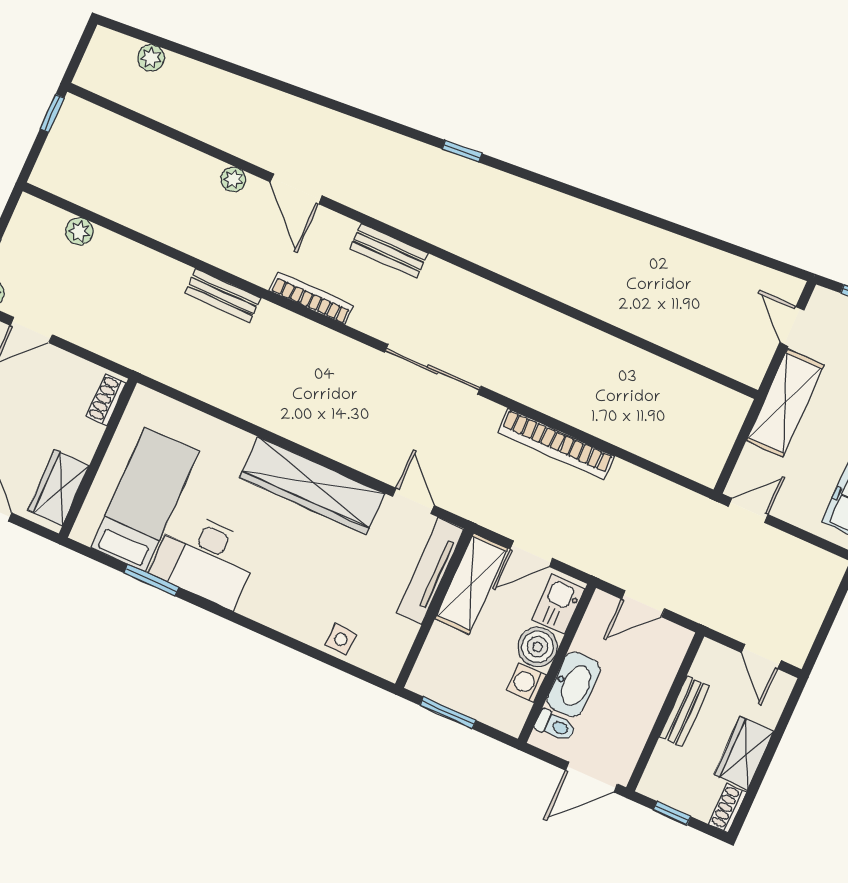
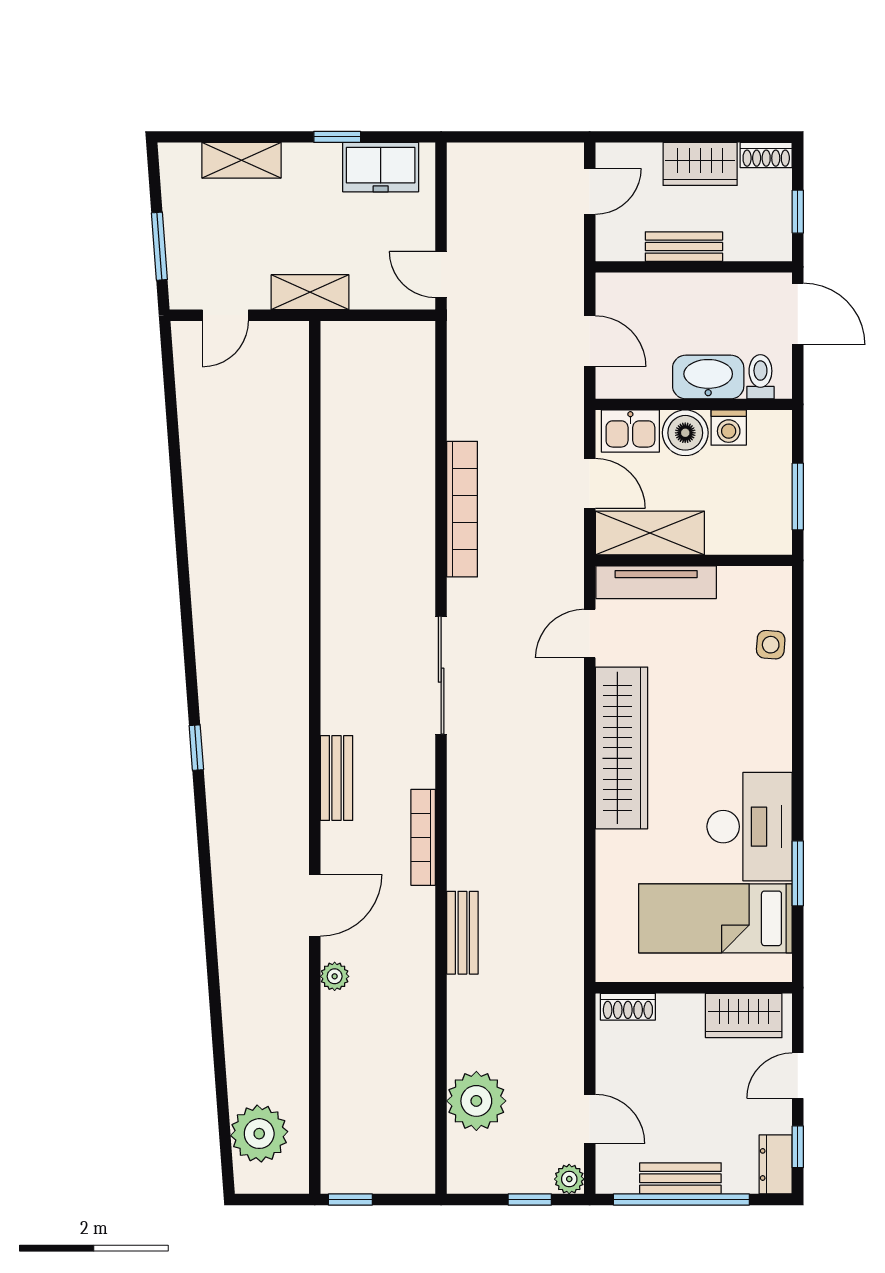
plant: (151, 58) -> (259, 1134), width x1.87, depth x1.87
plant: (79, 231) -> (476, 1101), width x1.88, depth x1.88
shelving: (785, 403) -> (310, 292), width x0.67, depth x0.75

